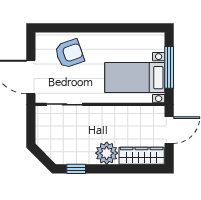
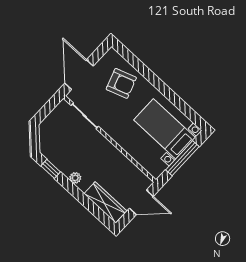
bed with nightstands: (135, 78) -> (165, 129), moved
plant: (107, 153) -> (75, 178), width x0.53, depth x0.53

